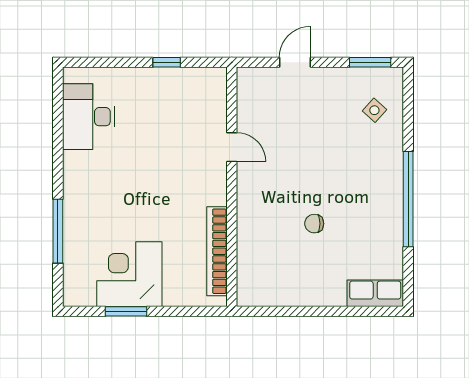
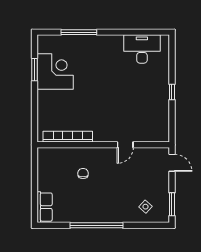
door: (232, 147) -> (125, 145), moved
wall: (232, 187) -> (103, 145), moved
bookcase: (217, 251) -> (68, 137), moved

